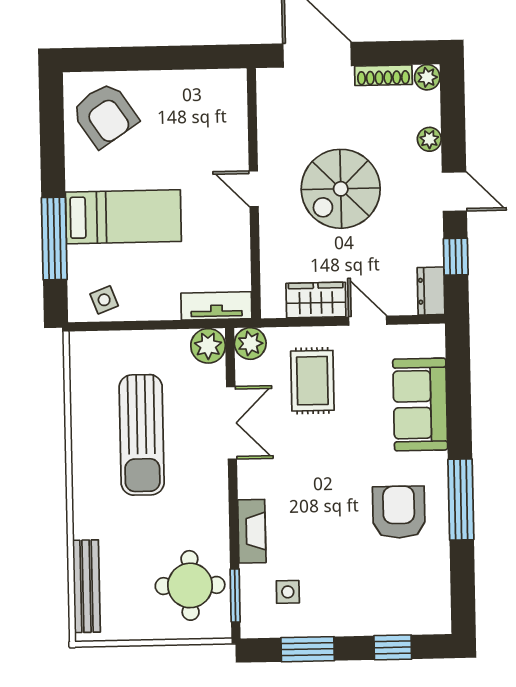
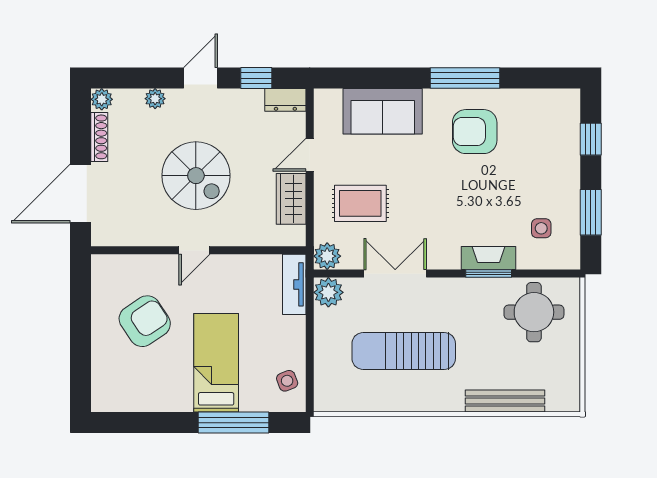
armchair: (105, 115) -> (145, 321), moved
sun lounger: (142, 435) -> (404, 351), turned 180
bench: (87, 586) -> (505, 401), moved
window: (235, 595) -> (489, 274), moved

